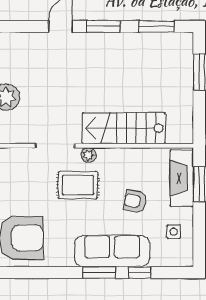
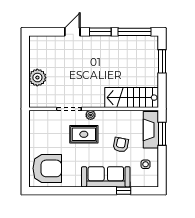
window: (157, 26) -> (135, 32), width x1.44
stairs: (124, 128) -> (132, 98), moved
armchair: (135, 201) -> (121, 145), turned 91
window: (99, 273) -> (97, 191), removed

